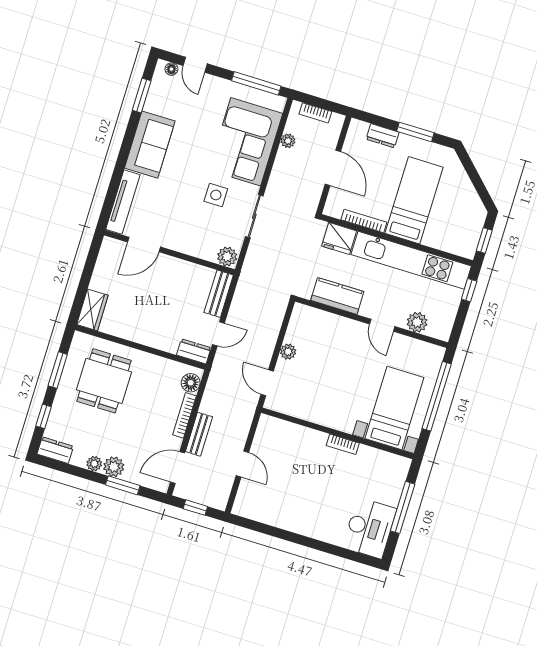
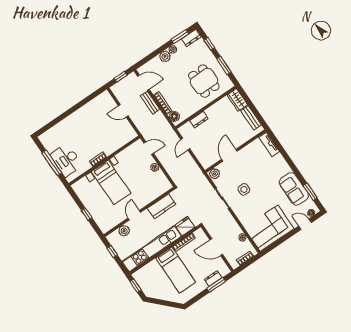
window: (256, 83) -> (277, 243), removed
window: (415, 132) -> (216, 285), moved
corner sofa: (246, 142) -> (269, 228), moved, turned -90
sofa: (150, 145) -> (294, 189), moved
tv unit: (123, 202) -> (269, 144), width x0.71
door: (144, 245) -> (229, 155), moved
window: (469, 290) -> (112, 251), moved
bench: (219, 294) -> (251, 118), moved
door: (382, 325) -> (134, 215), hinge flipped
dresser: (194, 351) -> (199, 120), moved
window: (437, 396) -> (87, 214), width x0.32
bed with nightstands: (394, 408) -> (111, 182), moved
door: (177, 468) -> (143, 83), hinge flipped
window: (123, 485) -> (180, 36), moved
desk: (370, 528) -> (66, 160), moved

